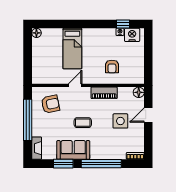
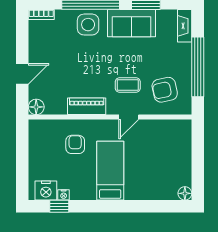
bed: (72, 49) -> (110, 171), moved
side table: (120, 121) -> (88, 25), moved
coffee table: (83, 123) -> (128, 85), moved

